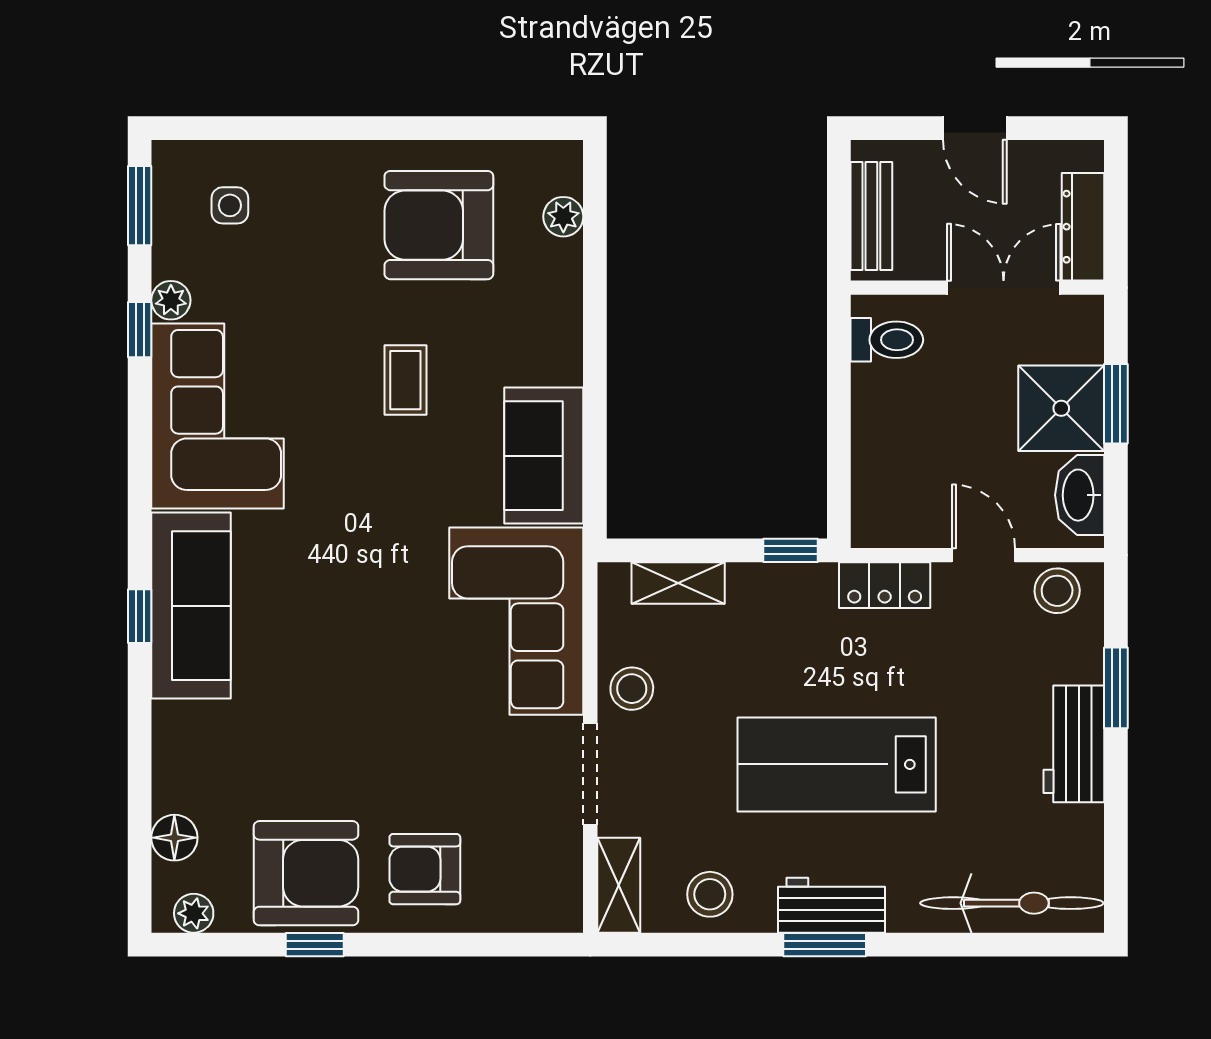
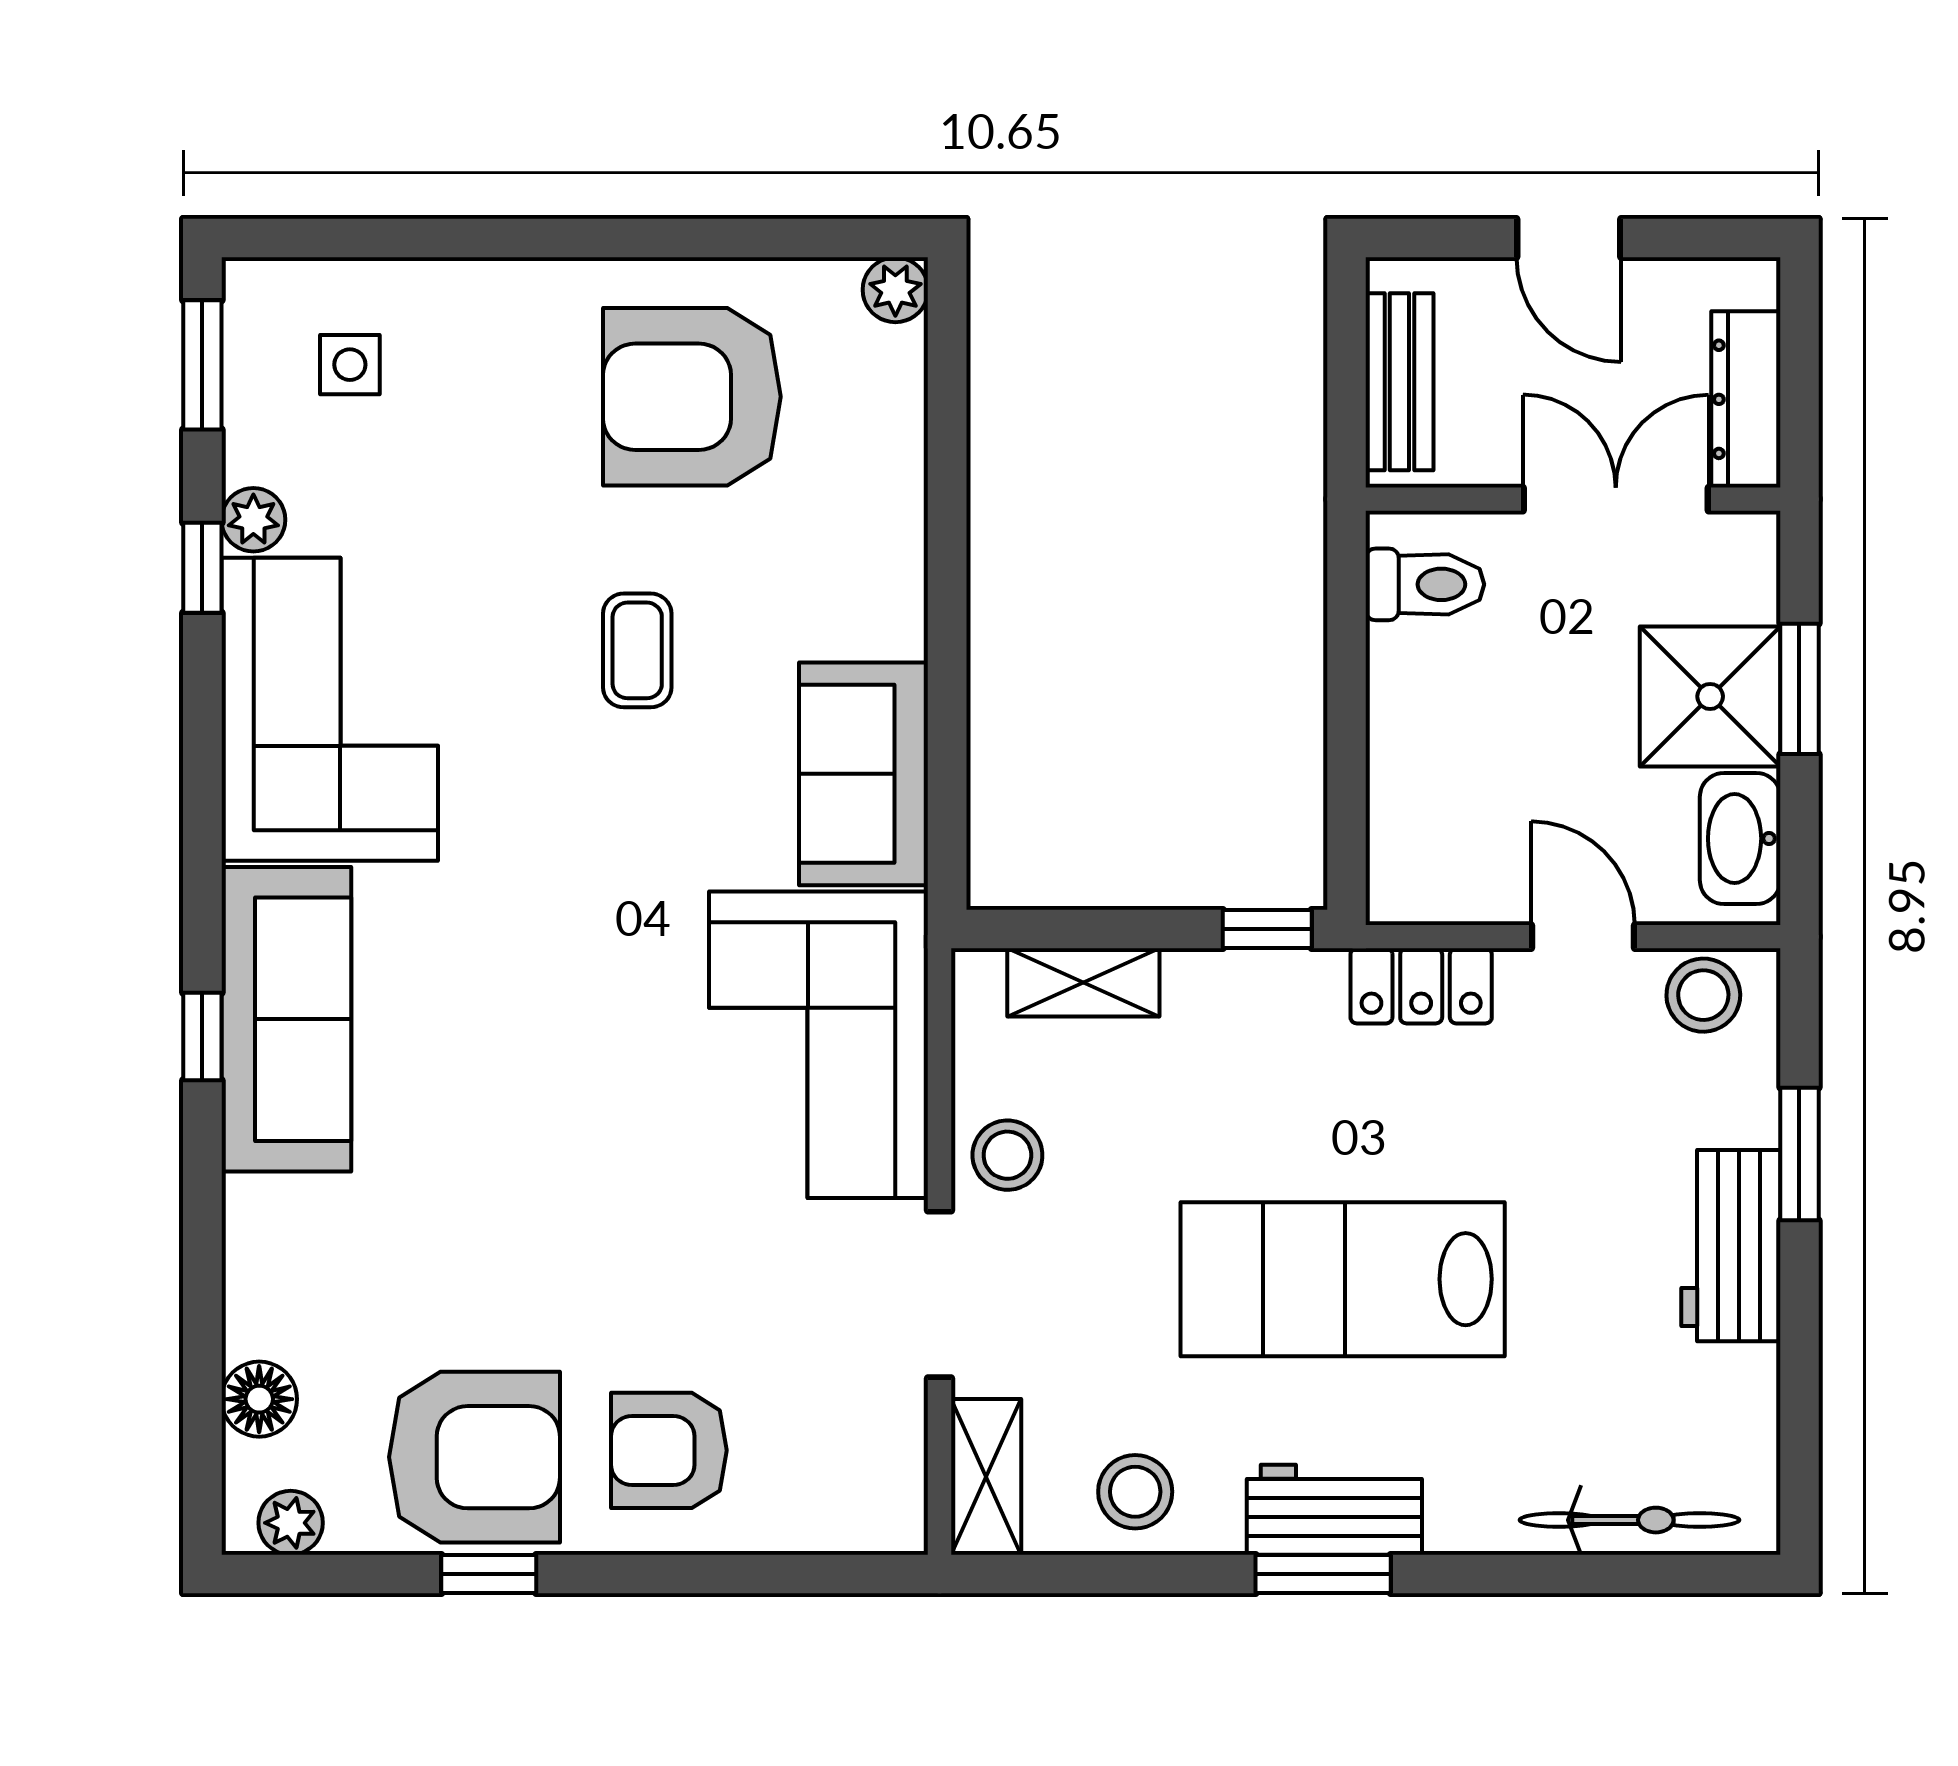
plant: (563, 217) -> (895, 290), moved
bicycle: (1012, 903) -> (1629, 1520), width x0.73, depth x0.71

